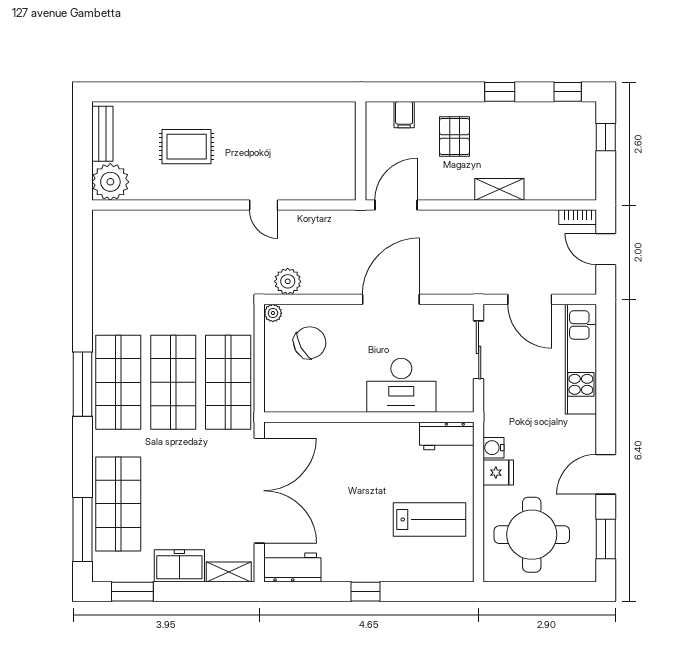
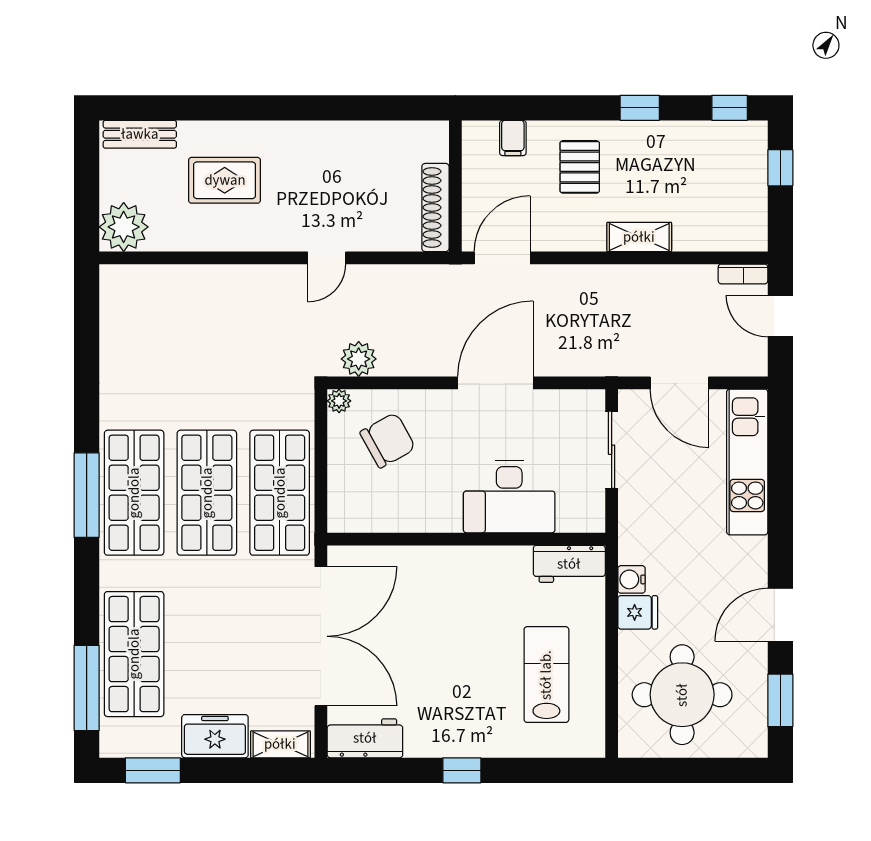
bench: (102, 134) -> (140, 134), moved, turned 90
shoe rack: (346, 167) -> (435, 208), added
door: (264, 205) -> (327, 258), hinge flipped
lab bench: (429, 519) -> (546, 675), turned -90

